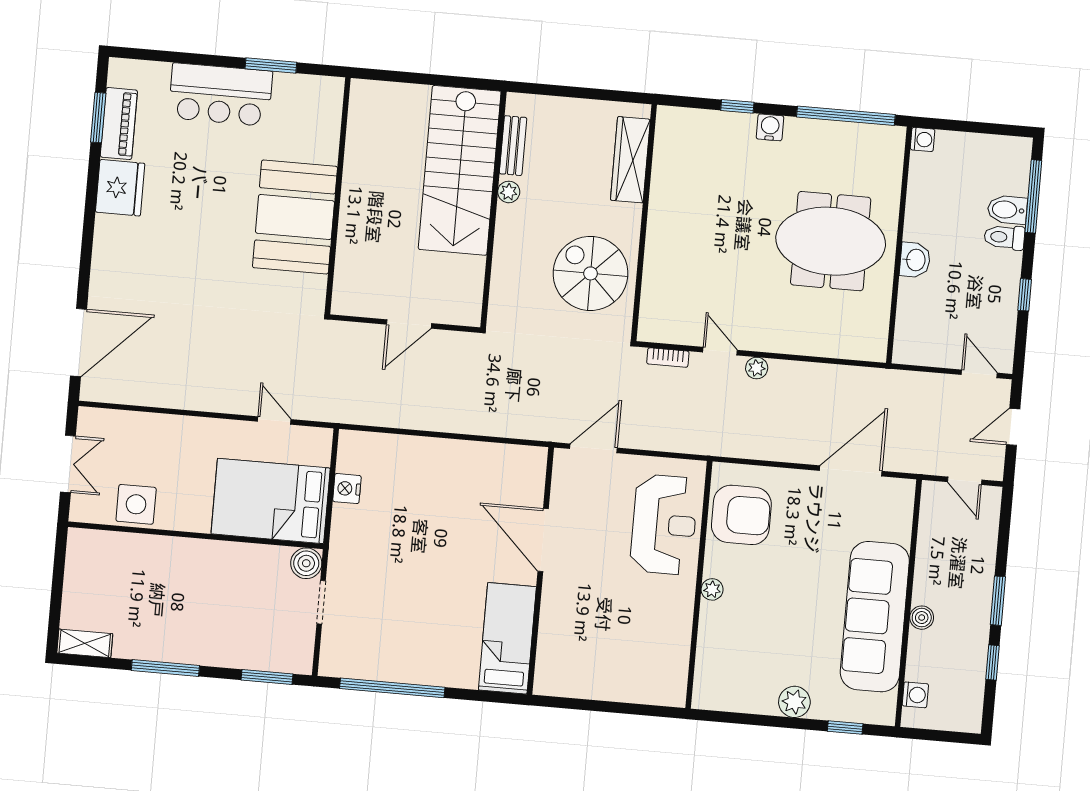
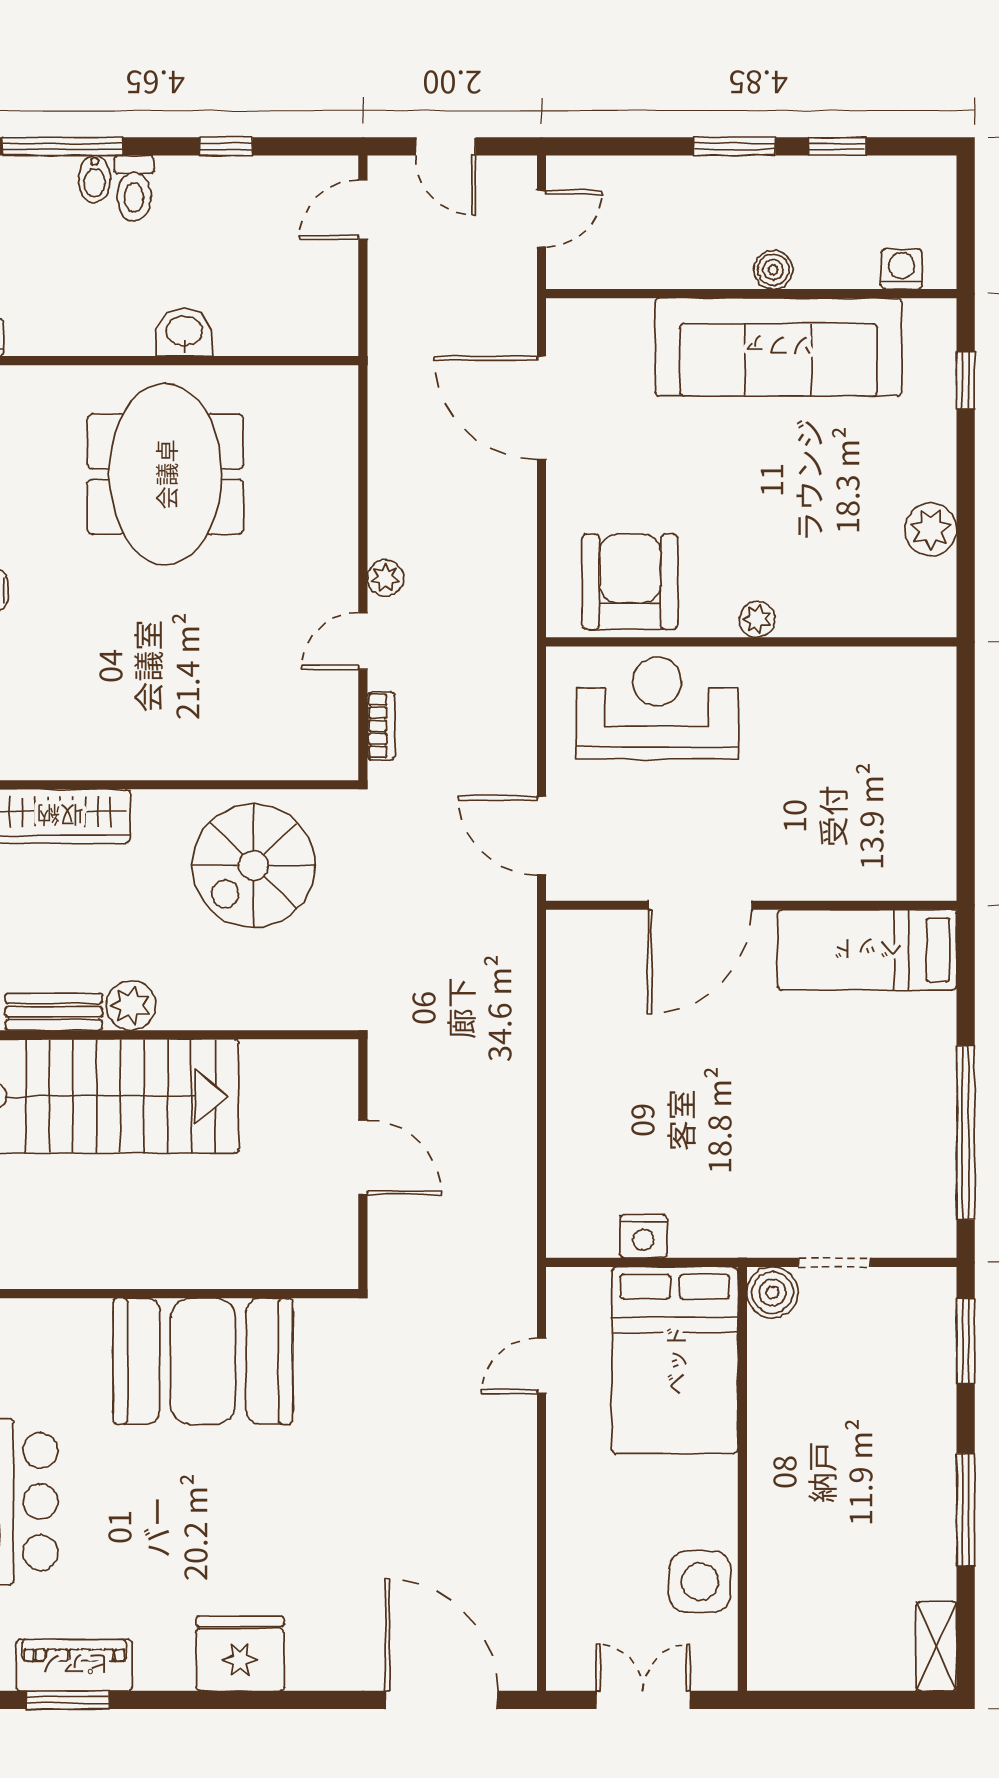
fridge: (120, 188) -> (240, 1654), moved
plant: (509, 192) -> (131, 1005), width x1.38, depth x1.38
bidet: (1007, 210) -> (94, 179), width x0.72, depth x0.74
plant: (794, 702) -> (931, 530), moved

